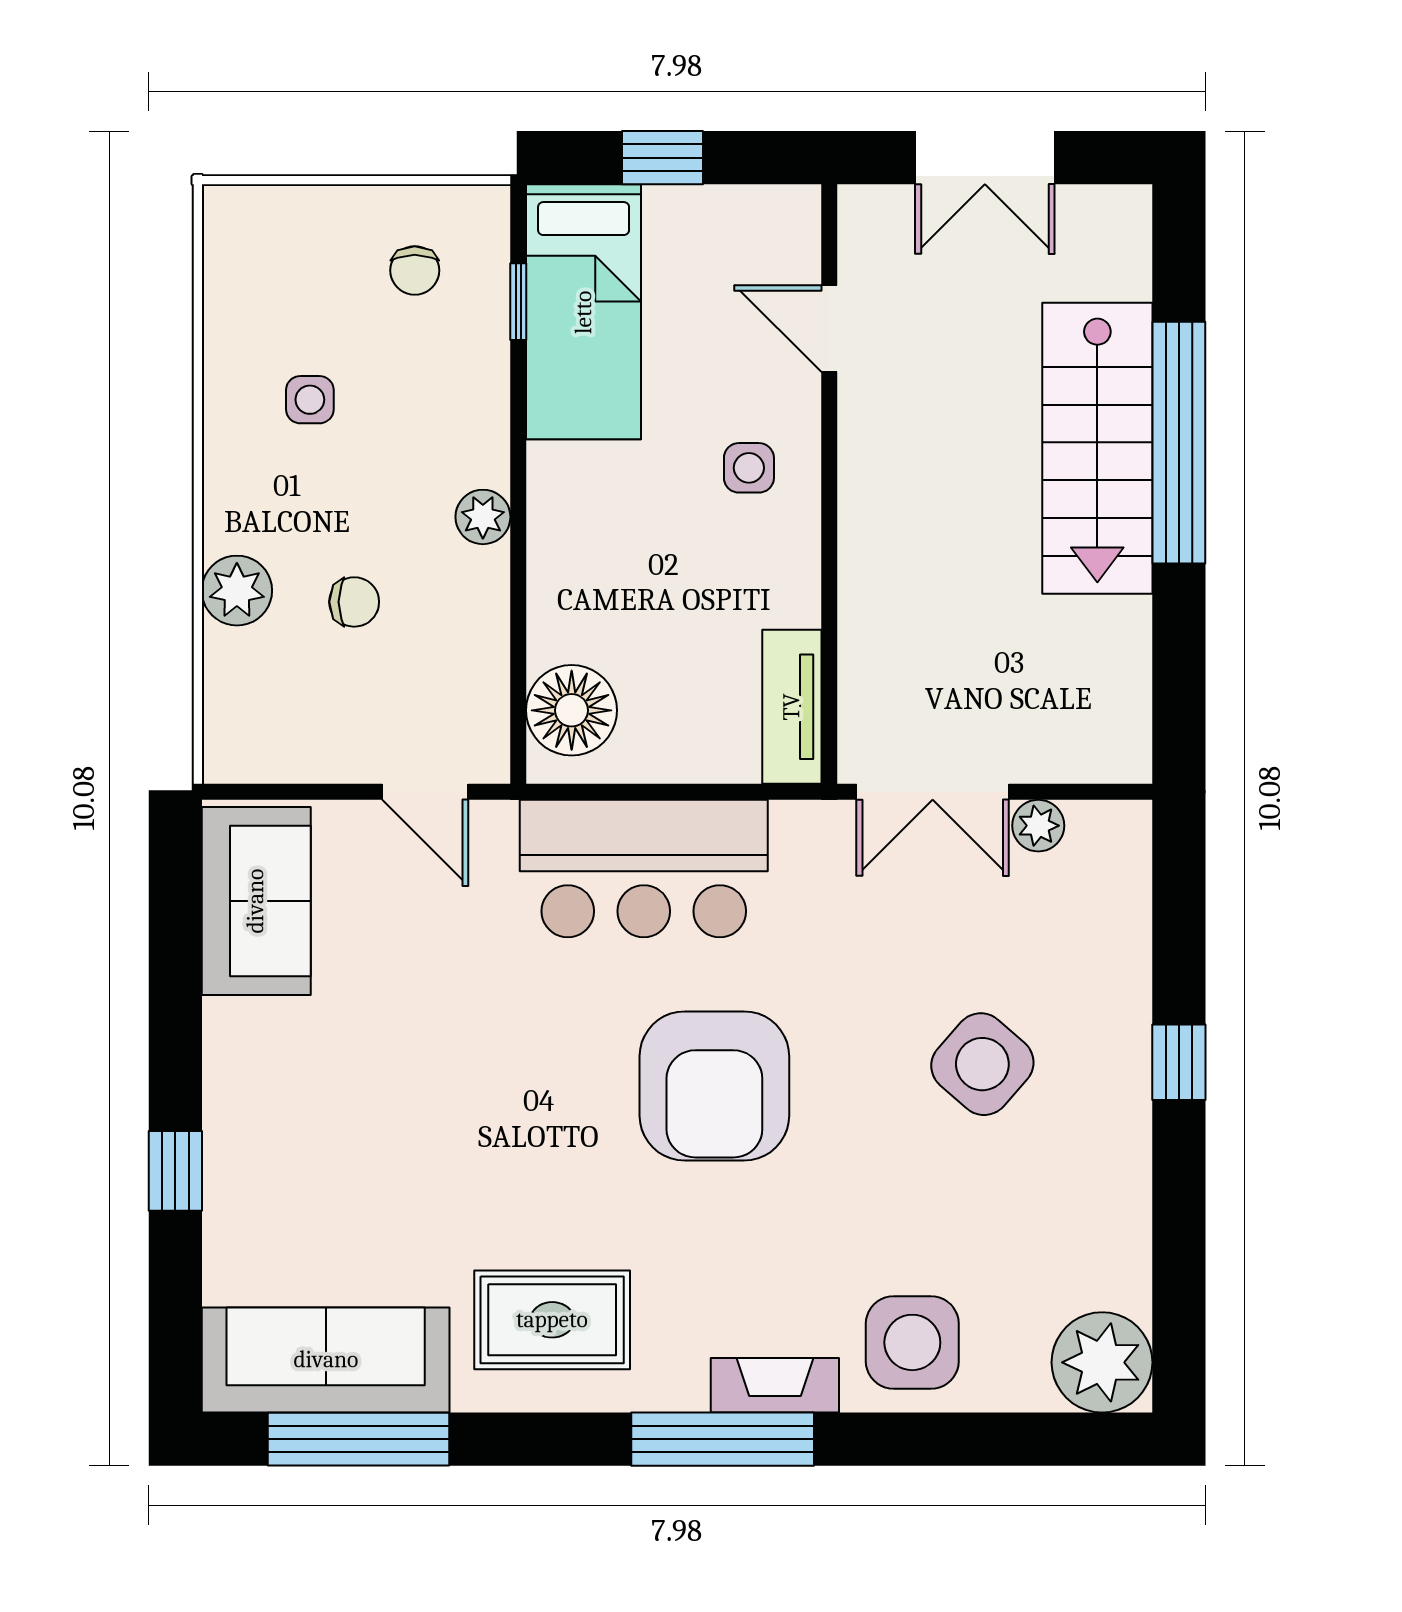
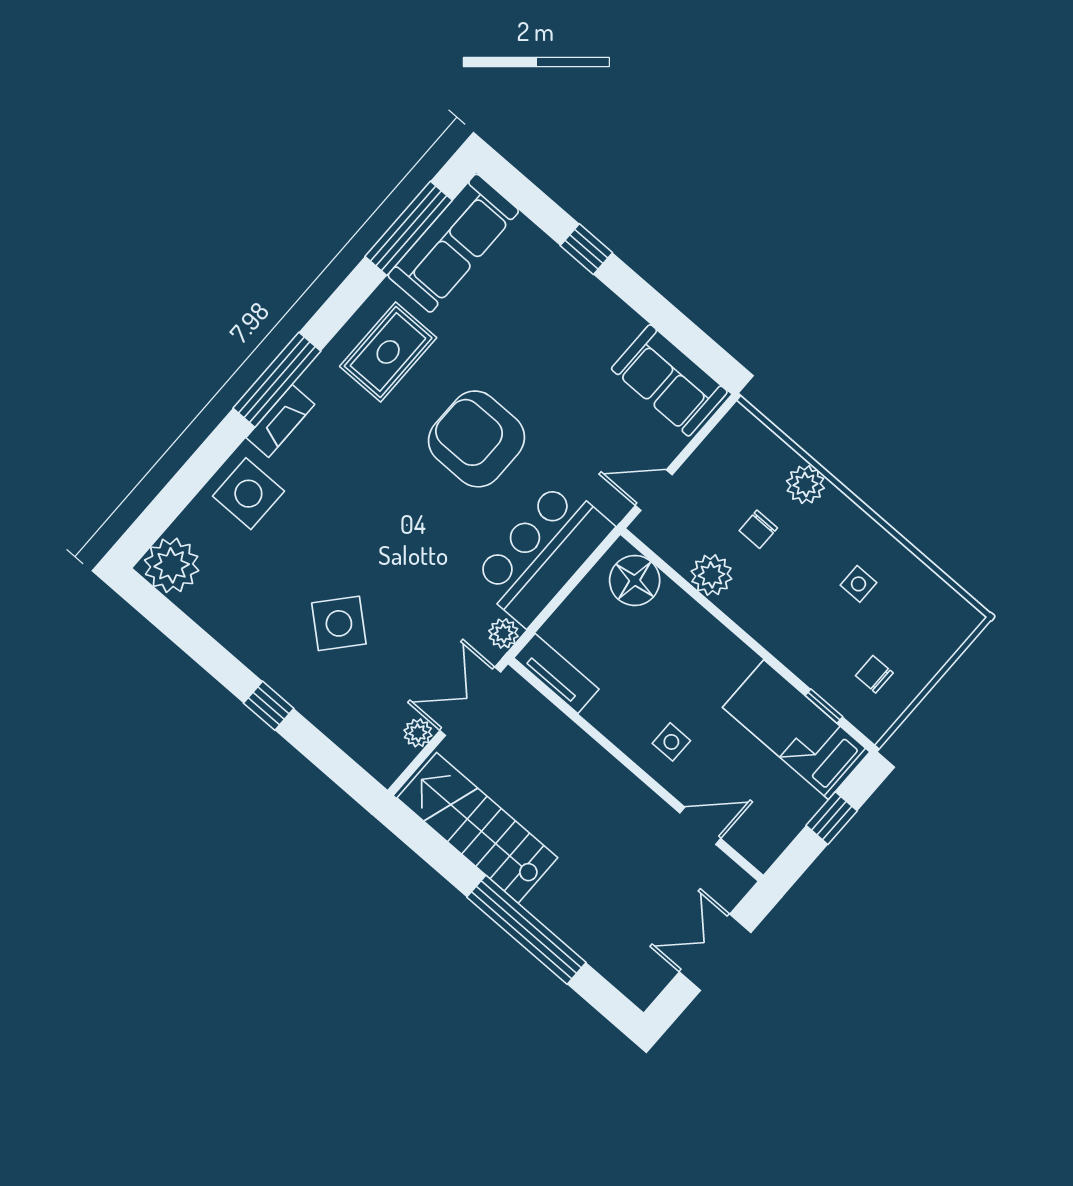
stairs: (1097, 448) -> (477, 828), moved
plant: (483, 517) -> (711, 575), moved, width x1.38, depth x1.38
plant: (800, 827) -> (503, 633), added
armchair: (714, 1086) -> (477, 439), moved

